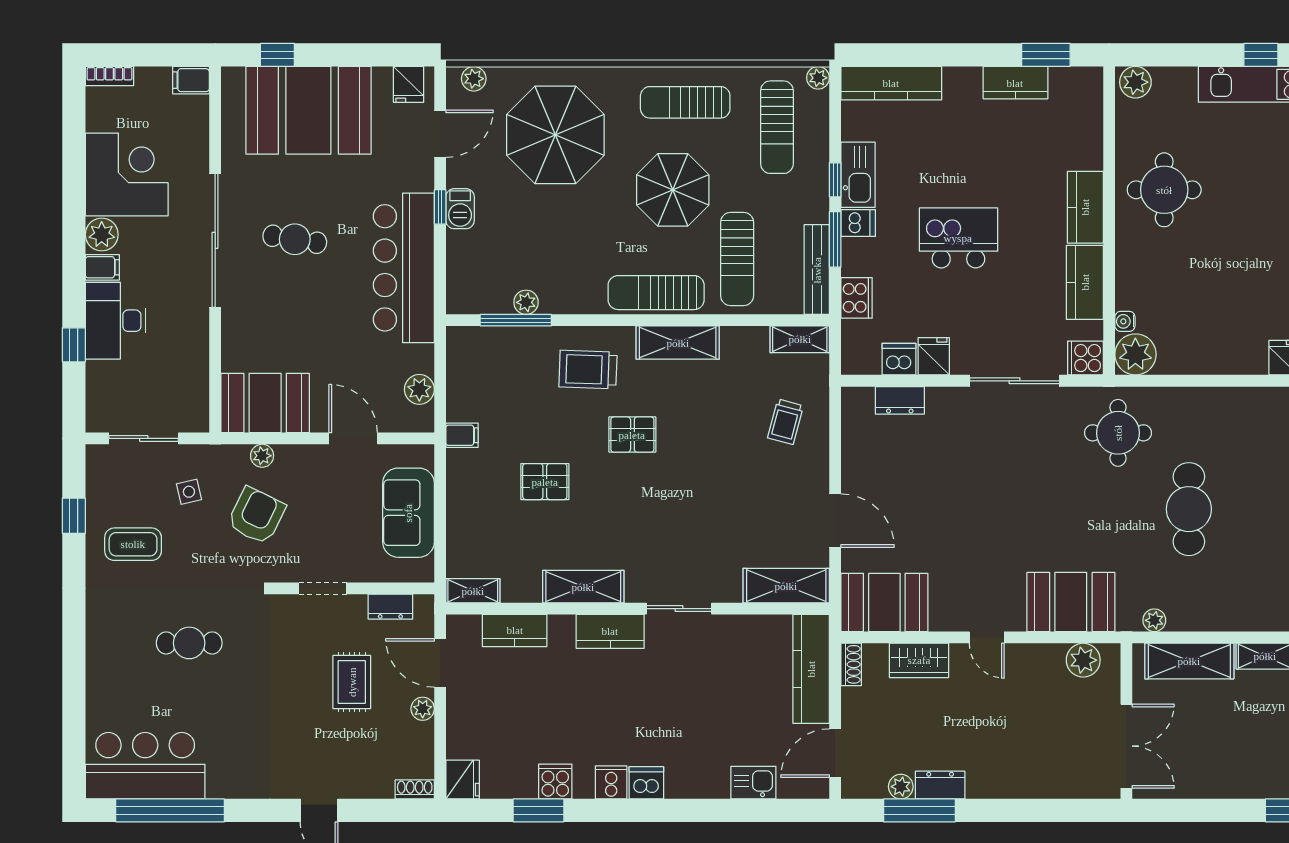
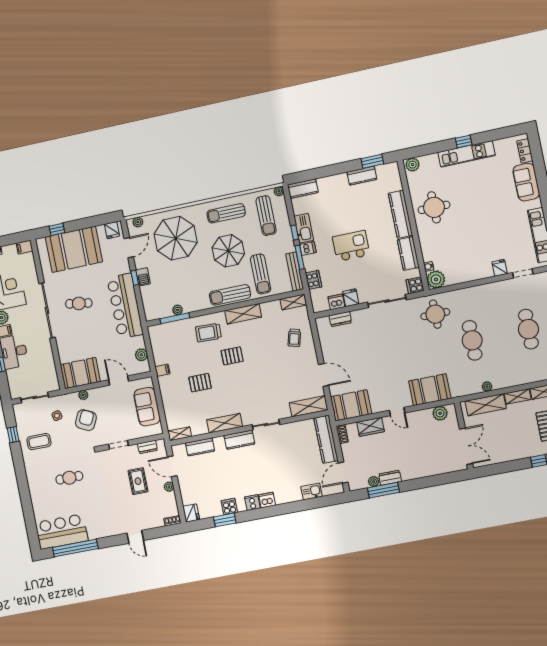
kitchen counter: (891, 83) -> (303, 189), width x0.67
kitchen counter: (1085, 207) -> (400, 214), width x1.50
plant: (1154, 620) -> (487, 387), moved

